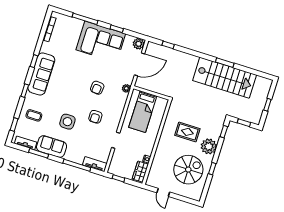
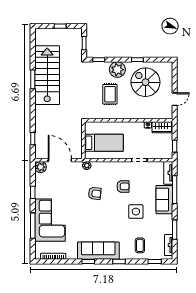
corner sofa: (101, 42) -> (50, 220), moved
sofa: (52, 147) -> (164, 200), moved

